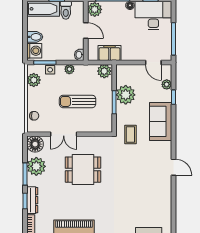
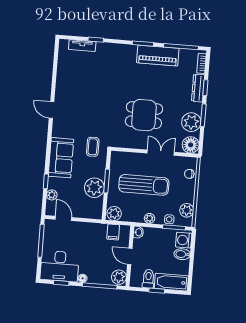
filing cabinet: (109, 53) -> (113, 232), width x0.50
sun lounger: (78, 101) -> (144, 185), width x1.36, depth x1.34

